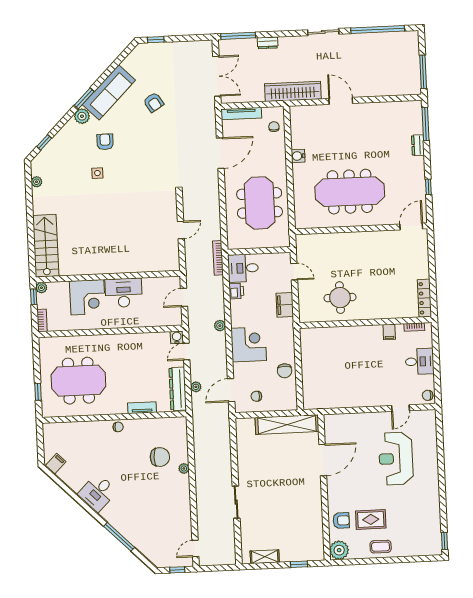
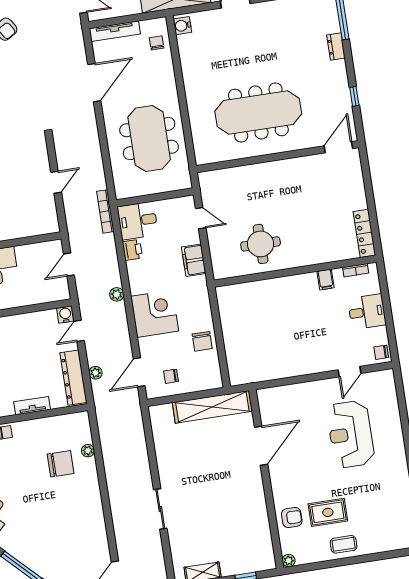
water cooler: (298, 156) -> (182, 26), moved
plant: (184, 468) -> (88, 451), moved
plant: (339, 550) -> (289, 561), width x0.53, depth x0.53

